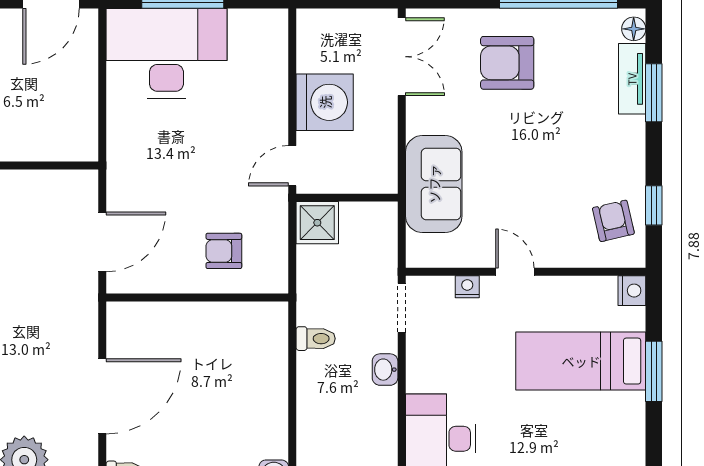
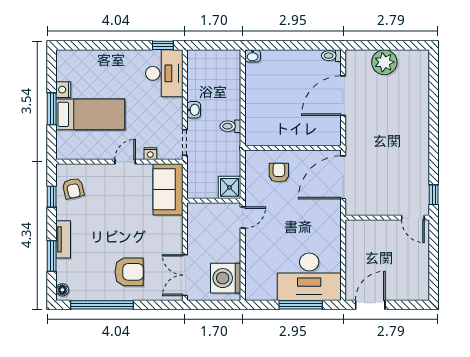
tv unit: (632, 79) -> (63, 239), moved
washing machine: (325, 102) -> (226, 278), moved
sofa: (434, 184) -> (168, 189), moved
door: (102, 242) -> (343, 177), width x1.36
armchair: (224, 251) -> (279, 172), turned -90
door: (515, 272) -> (125, 162), swing flipped
nightstand: (632, 291) -> (63, 90), moved

